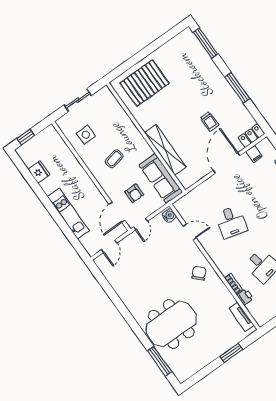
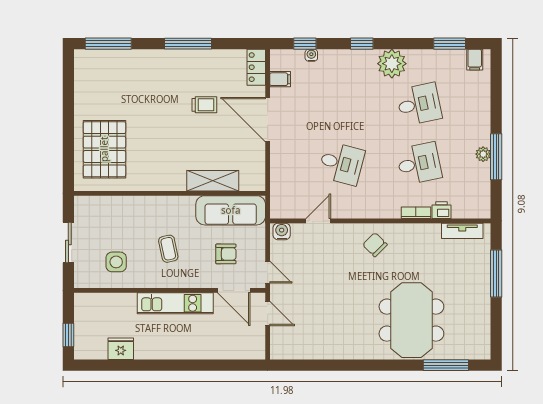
shelving: (165, 150) -> (213, 181), width x0.68
kitchen unit: (68, 214) -> (175, 303), moved, turned 180
door: (109, 246) -> (268, 314), moved
window: (231, 353) -> (496, 273), width x1.44

